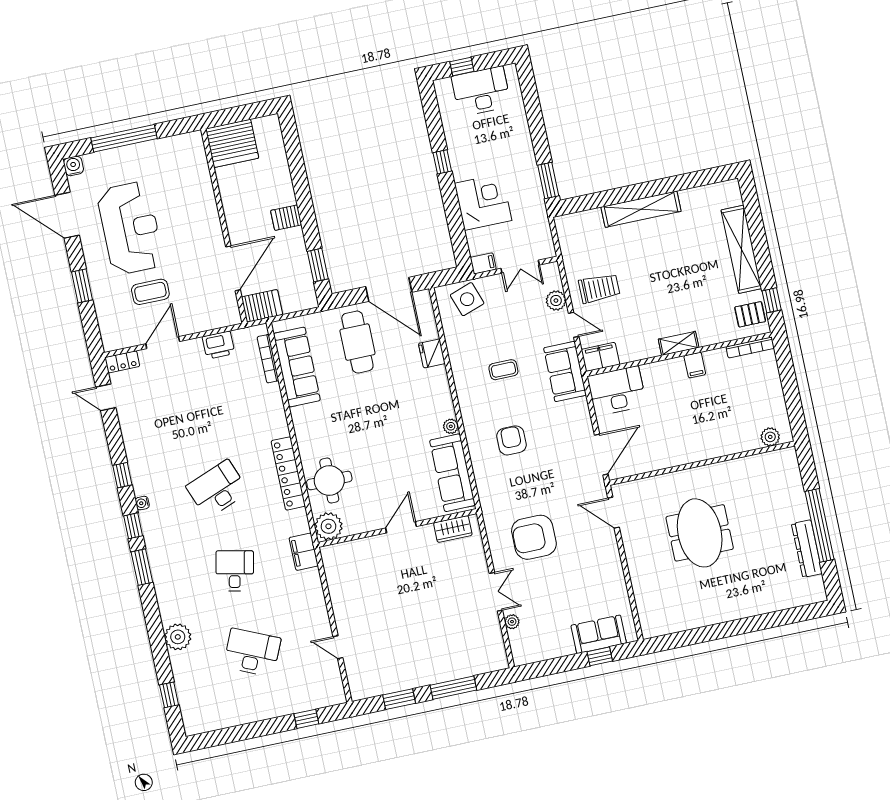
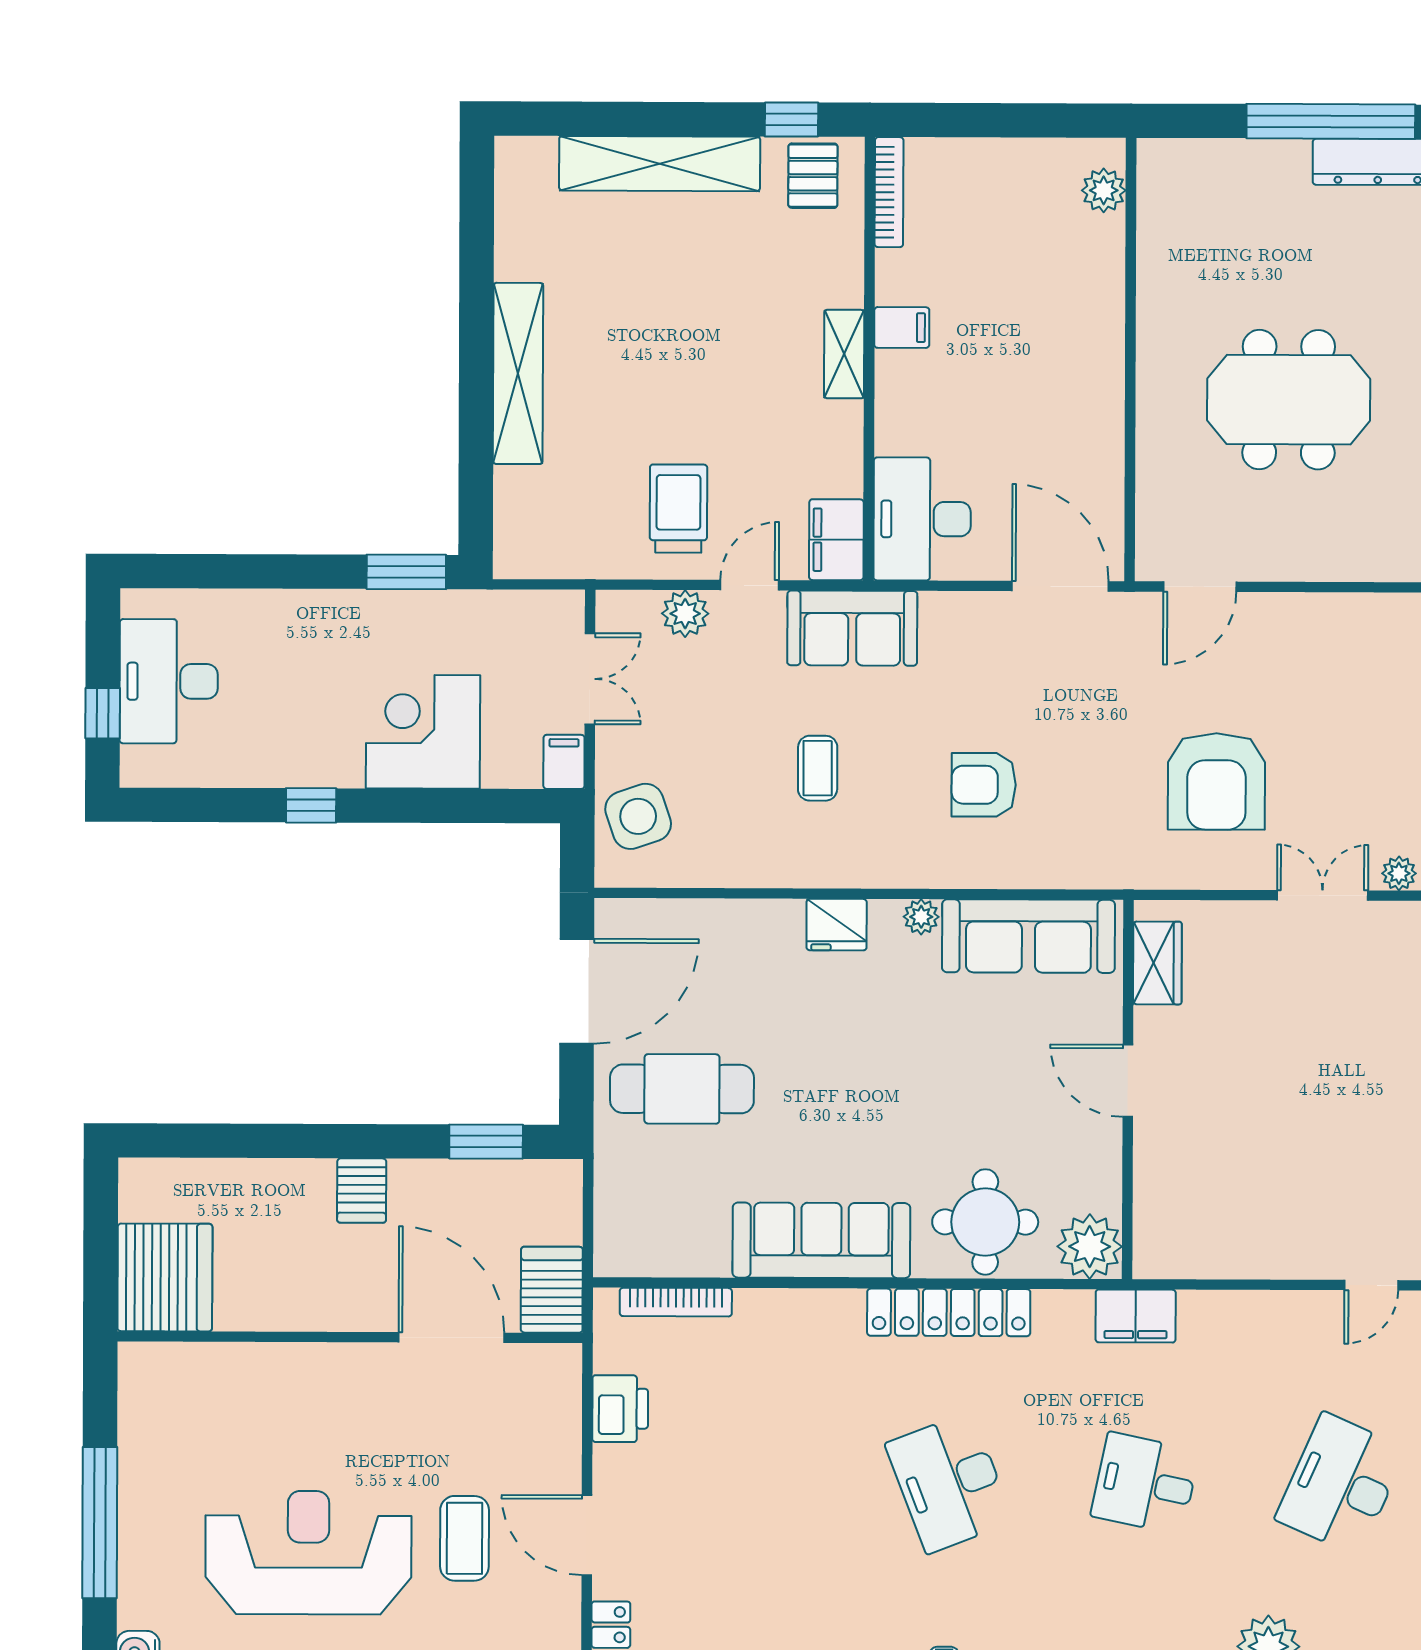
fridge: (432, 353) -> (837, 925), moved
sofa: (297, 367) -> (821, 1240), moved

